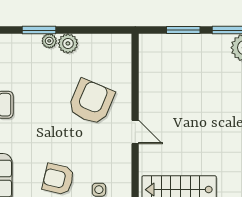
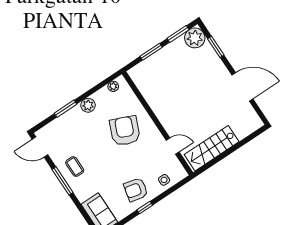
plant: (49, 41) -> (113, 86), moved
door: (135, 132) -> (173, 146), moved

